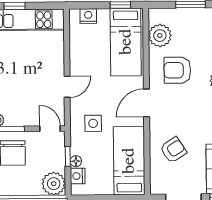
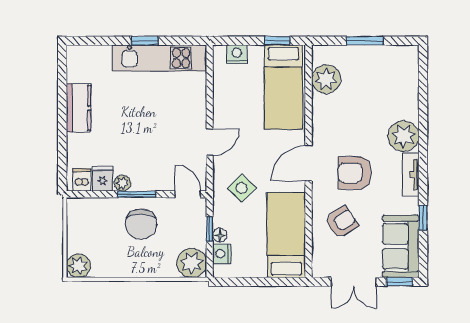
armchair: (177, 70) -> (355, 173), moved
side table: (93, 123) -> (242, 188), turned 45

